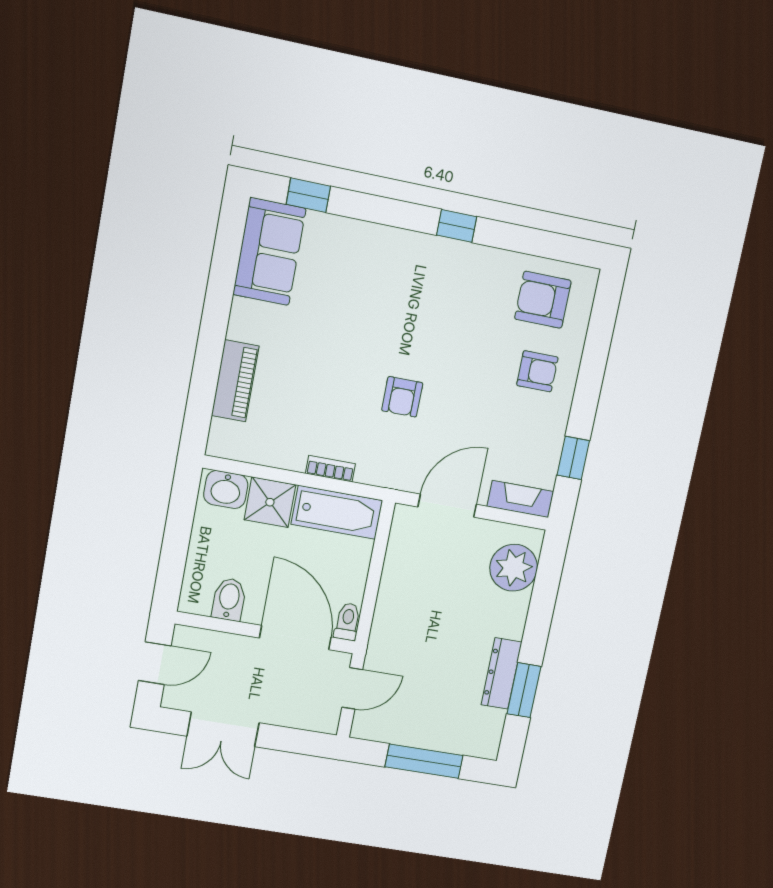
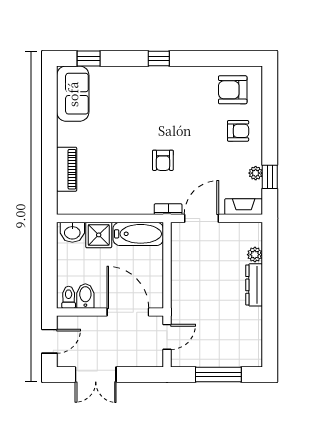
window: (457, 226) -> (159, 59), moved
plant: (551, 447) -> (256, 173), added
bookcase: (330, 469) -> (168, 209), moved
plant: (514, 568) -> (255, 255), width x0.53, depth x0.53
toilet: (347, 622) -> (69, 297), moved
dresser: (501, 673) -> (254, 285), moved
window: (524, 690) -> (270, 321), removed

